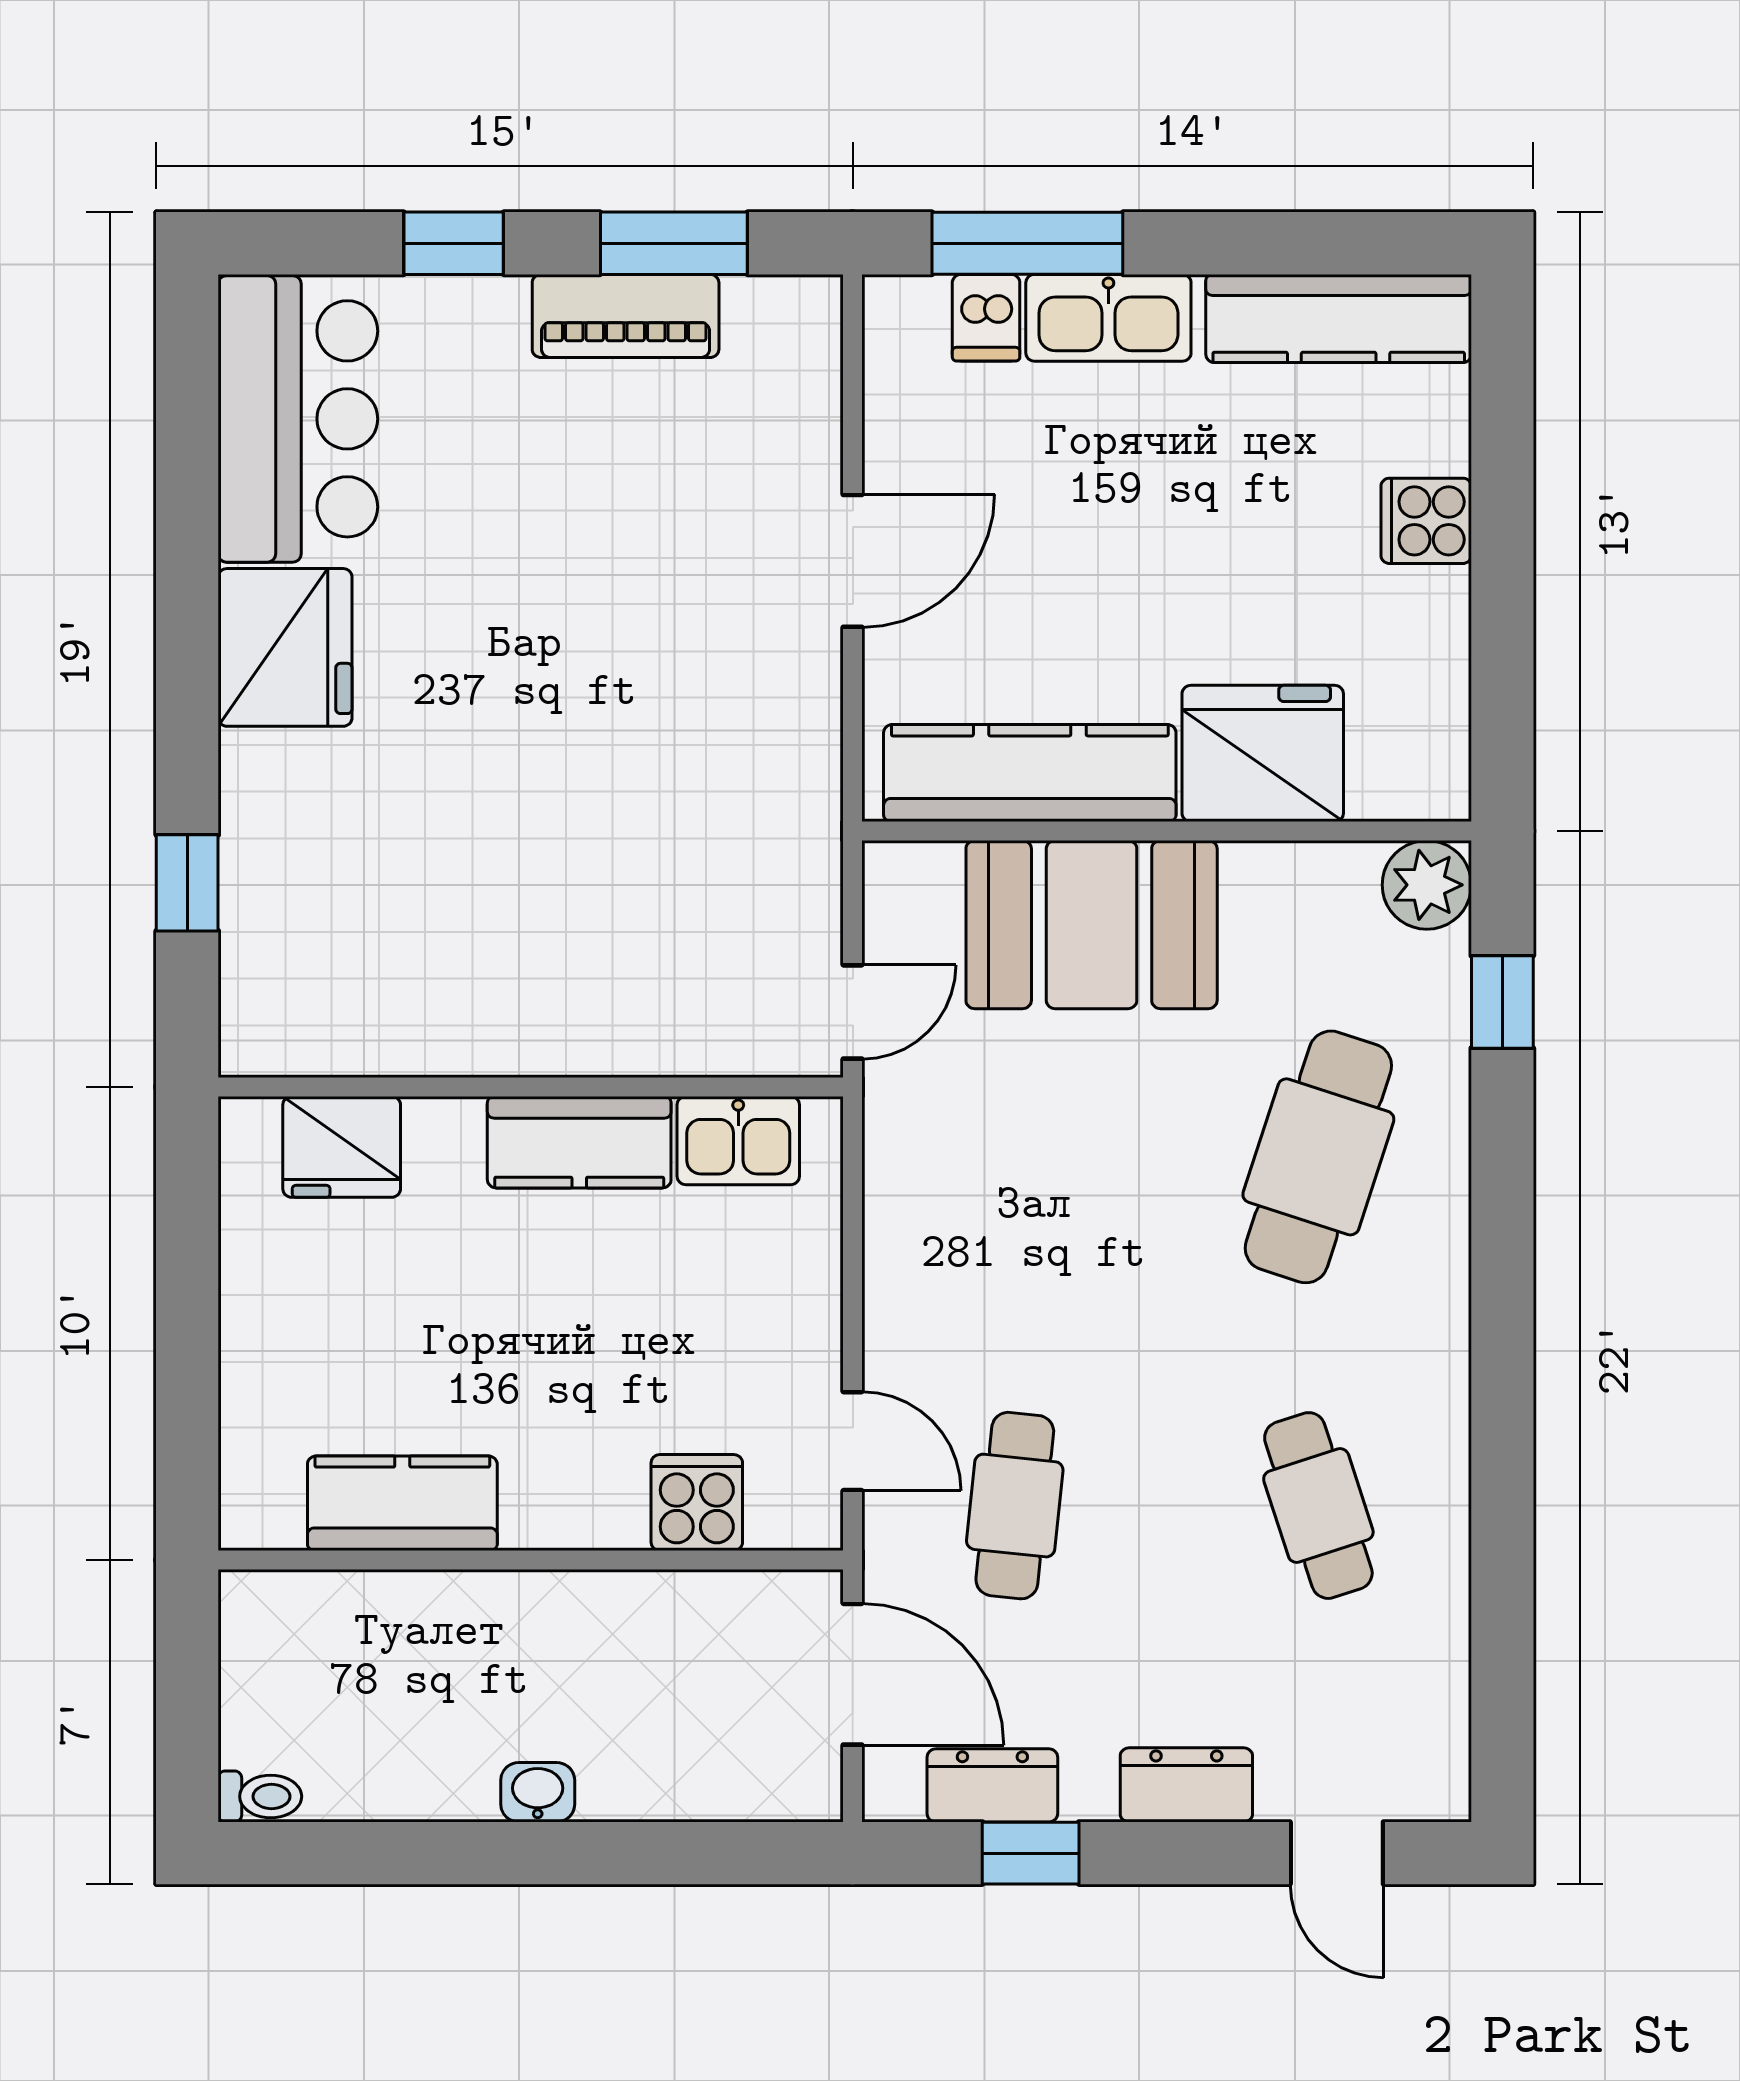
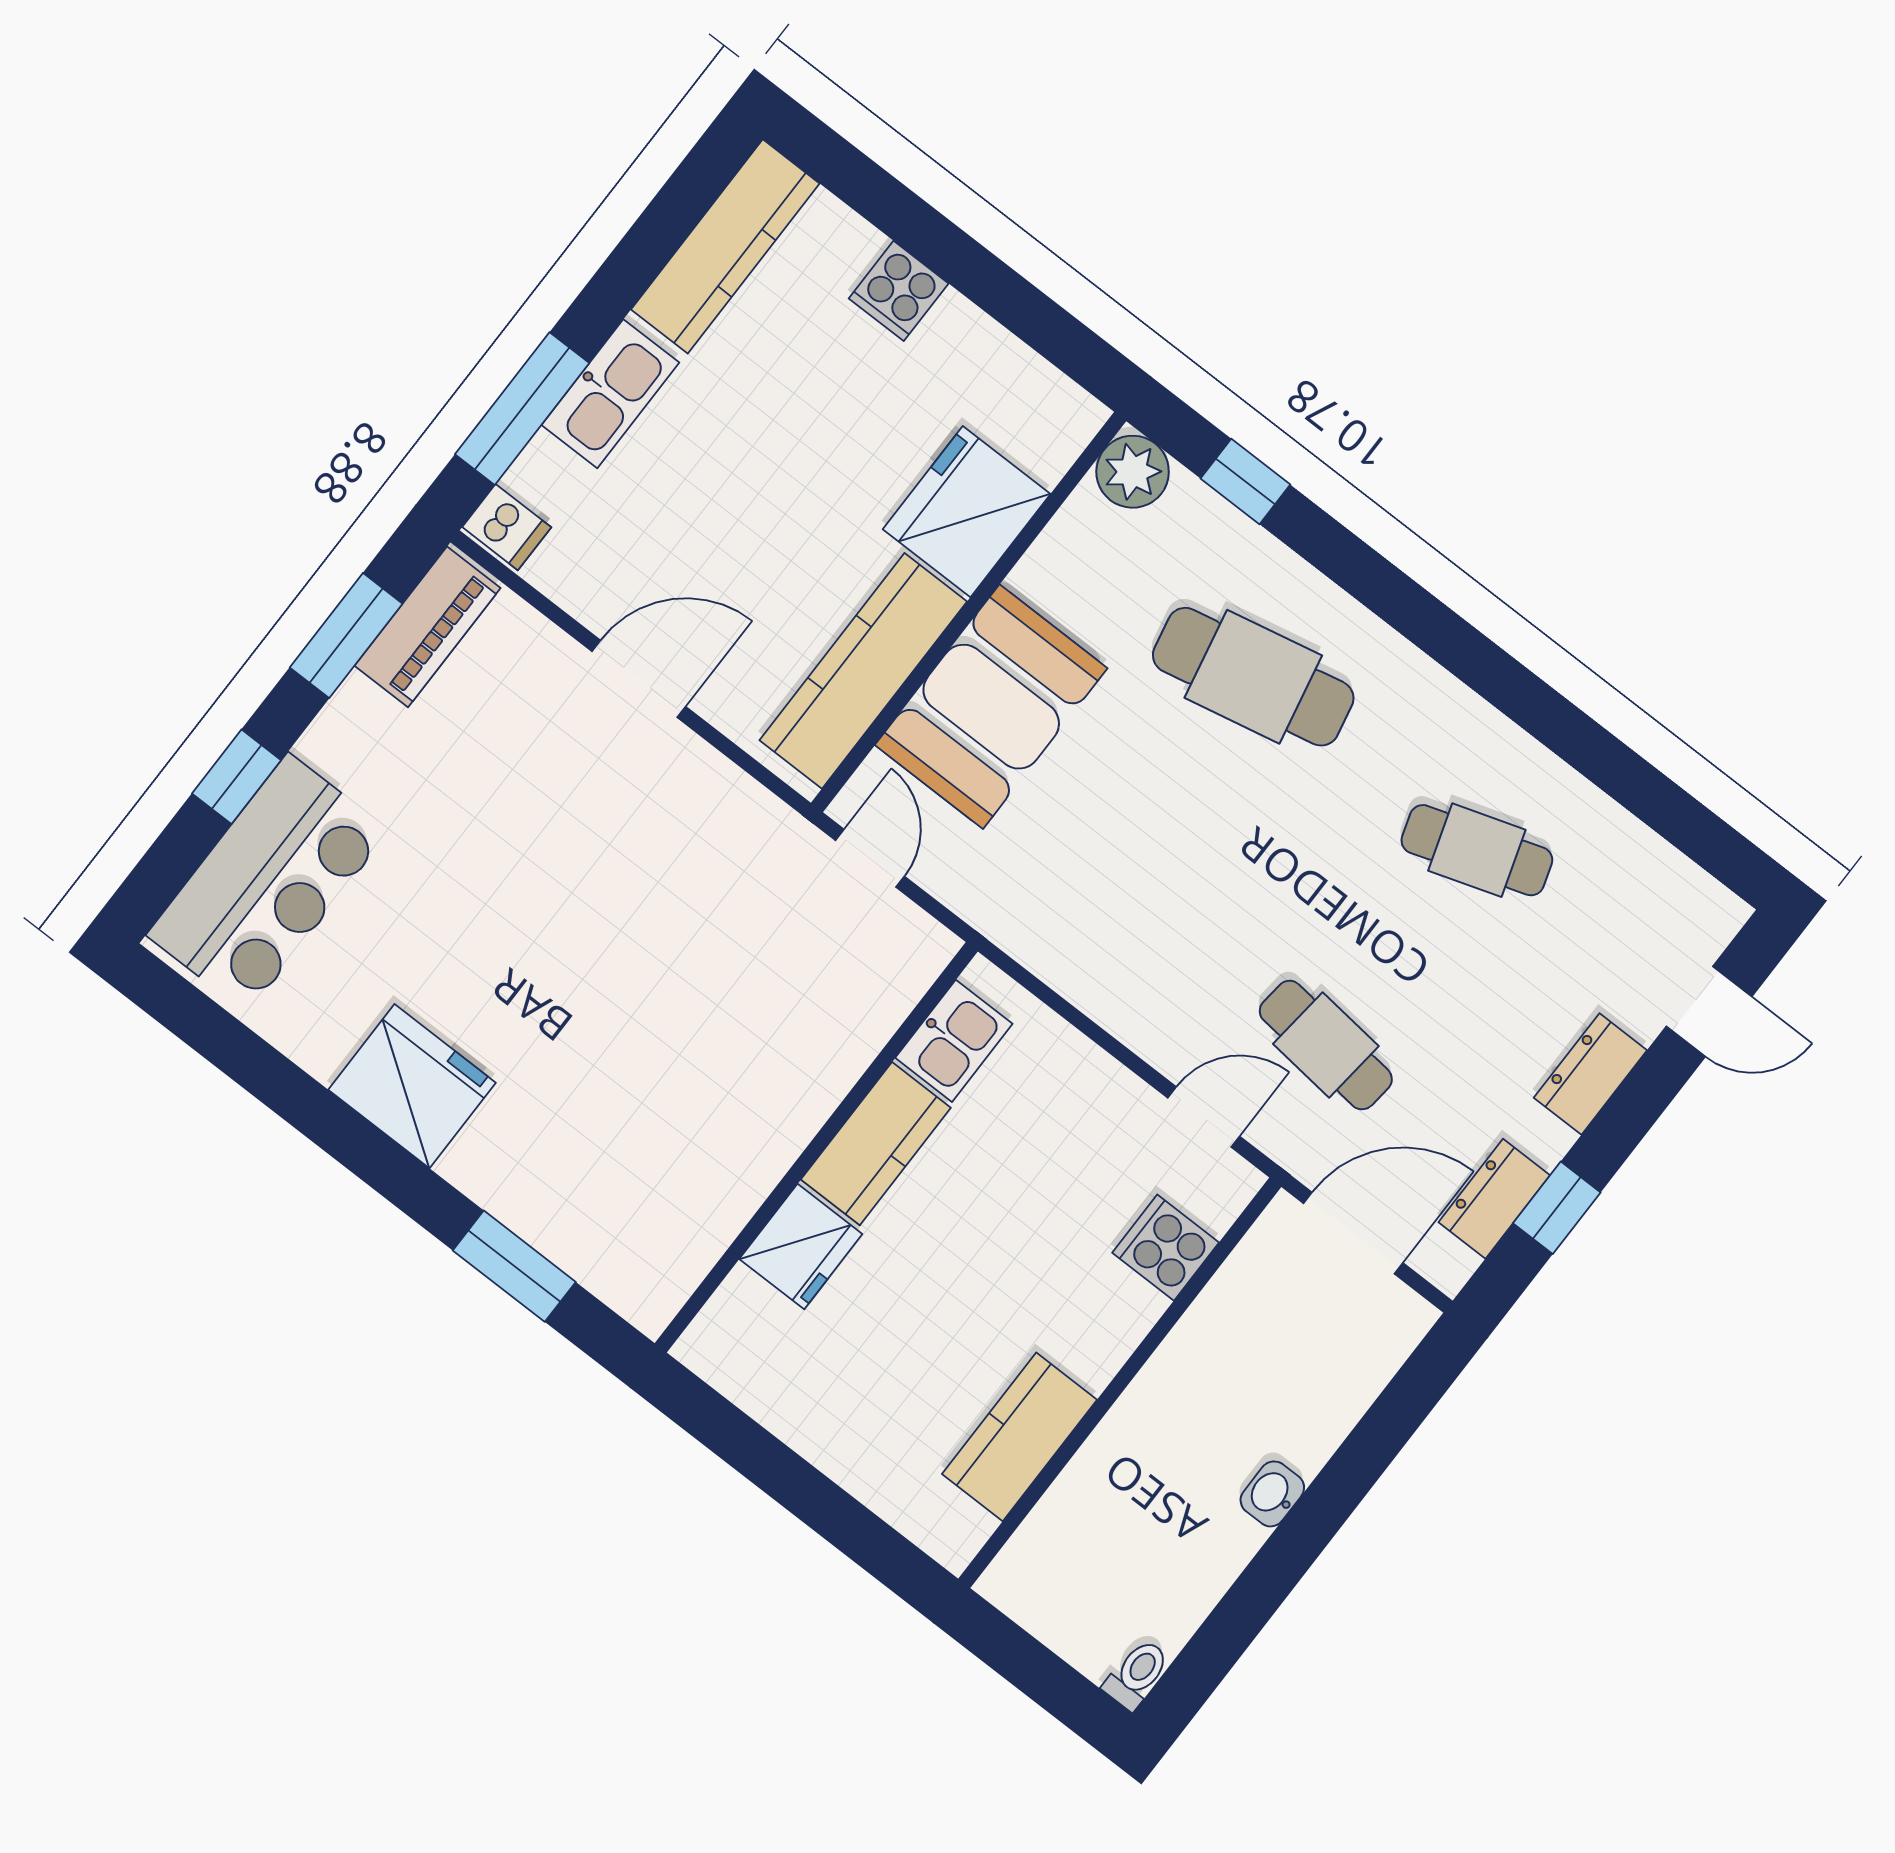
piano: (626, 316) -> (428, 627), moved
dishwasher: (986, 318) -> (507, 527), moved
bar counter: (298, 419) -> (268, 883), moved, turned 90
door: (853, 561) -> (639, 679), hinge flipped
window: (187, 883) -> (514, 1266), width x1.50
door: (853, 1012) -> (870, 858), moved
fridge: (342, 1147) -> (801, 1247), moved
cafe table: (1318, 1157) -> (1253, 677), turned -30

